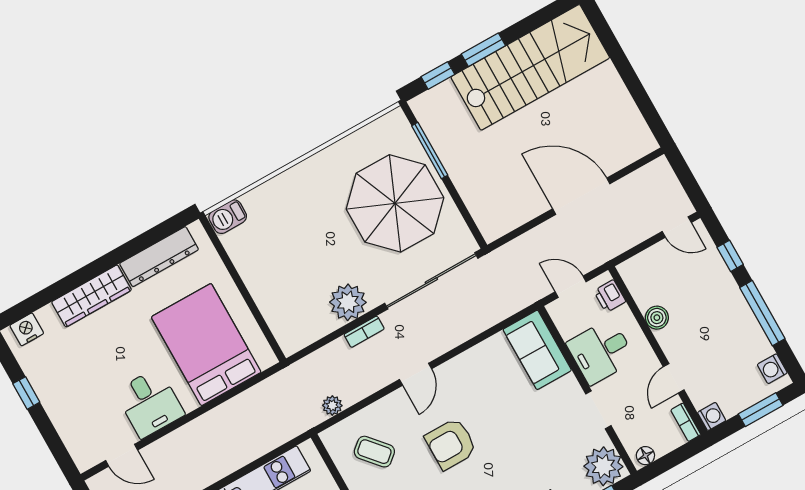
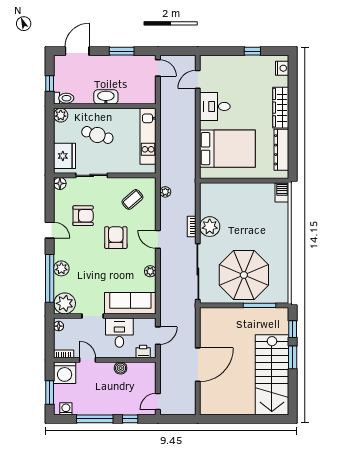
sofa: (537, 350) -> (130, 303), width x1.36
plant: (474, 358) -> (150, 271), added
washing machine: (712, 416) -> (65, 373), width x1.89, depth x1.89

